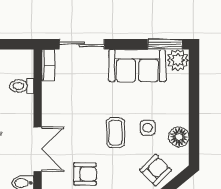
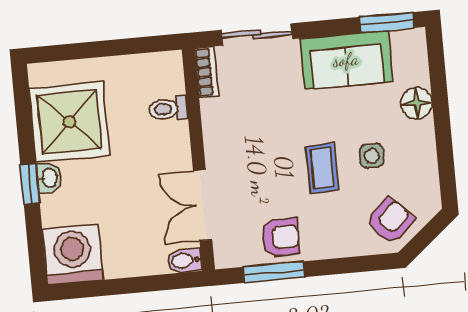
plant: (178, 60) -> (409, 45), removed
floor lamp: (179, 137) -> (417, 103), moved
double door: (38, 149) -> (203, 205), swing flipped

